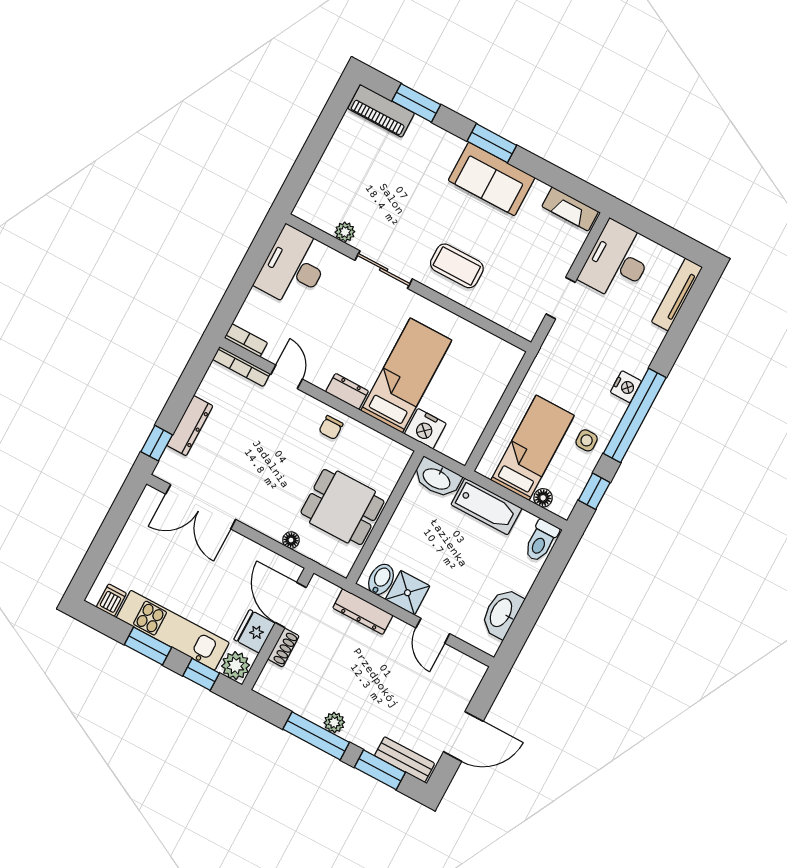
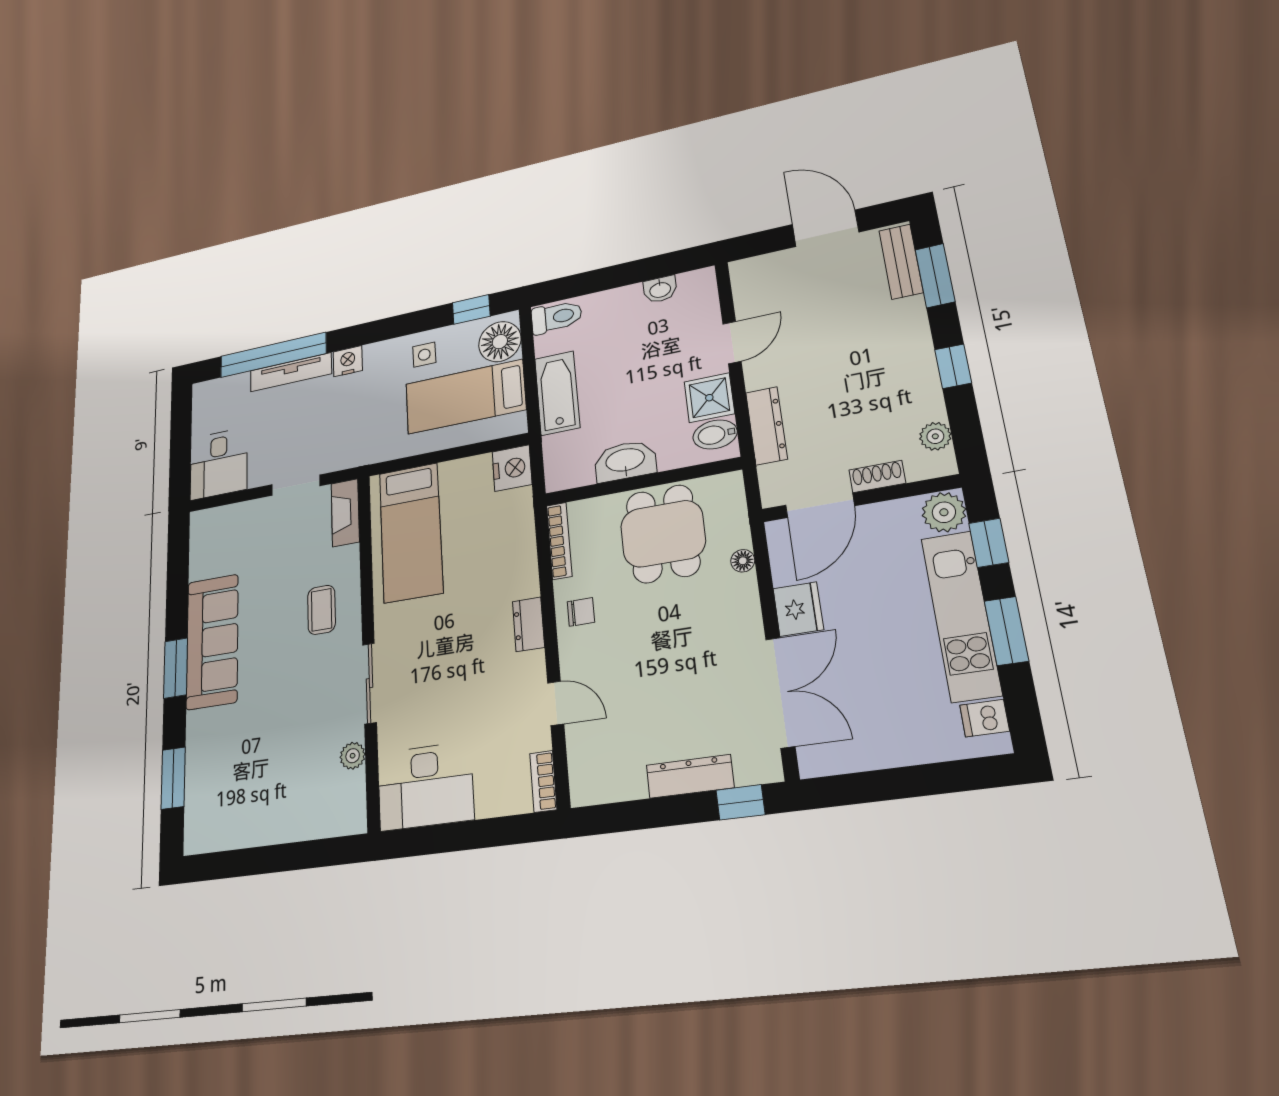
piano: (381, 111) -> (200, 811), removed
sofa: (492, 179) -> (212, 641), width x1.36
fireplace: (570, 209) -> (345, 513), moved, turned 180
desk: (617, 261) -> (219, 464), width x0.73
coffee table: (457, 266) -> (321, 610), width x0.73, depth x0.77
tv unit: (677, 294) -> (291, 372), moved
bookcase: (241, 367) -> (559, 541), moved
bed: (406, 375) -> (411, 532), moved, turned -90
door: (287, 377) -> (556, 703), swing flipped
window: (635, 415) -> (273, 355), moved
nightstand: (425, 429) -> (512, 468), moved
washbasin: (437, 478) -> (625, 461), moved, turned -90
floor lamp: (543, 498) -> (500, 342), width x1.89, depth x1.89
washbasin: (502, 613) -> (660, 289), width x0.52, depth x0.69
fridge: (254, 631) -> (798, 609), moved, turned -90
plant: (334, 722) -> (935, 436), moved
window: (316, 736) -> (953, 366), width x0.46

